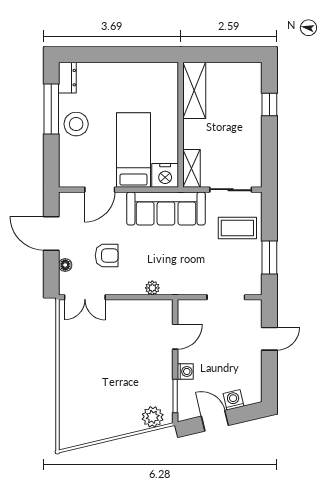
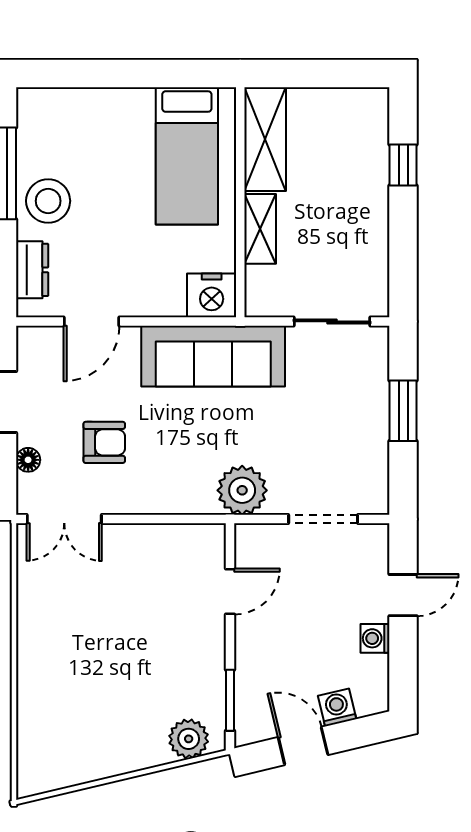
dresser: (67, 78) -> (32, 270), moved
bed: (133, 150) -> (187, 156), moved, turned 180
shelving: (192, 168) -> (260, 229), moved
coffee table: (237, 228) -> (344, 392), removed
window: (269, 258) -> (403, 411), moved
plant: (152, 288) -> (242, 490), moved, width x1.88, depth x1.88
washing machine: (185, 371) -> (375, 638), moved, turned 180

